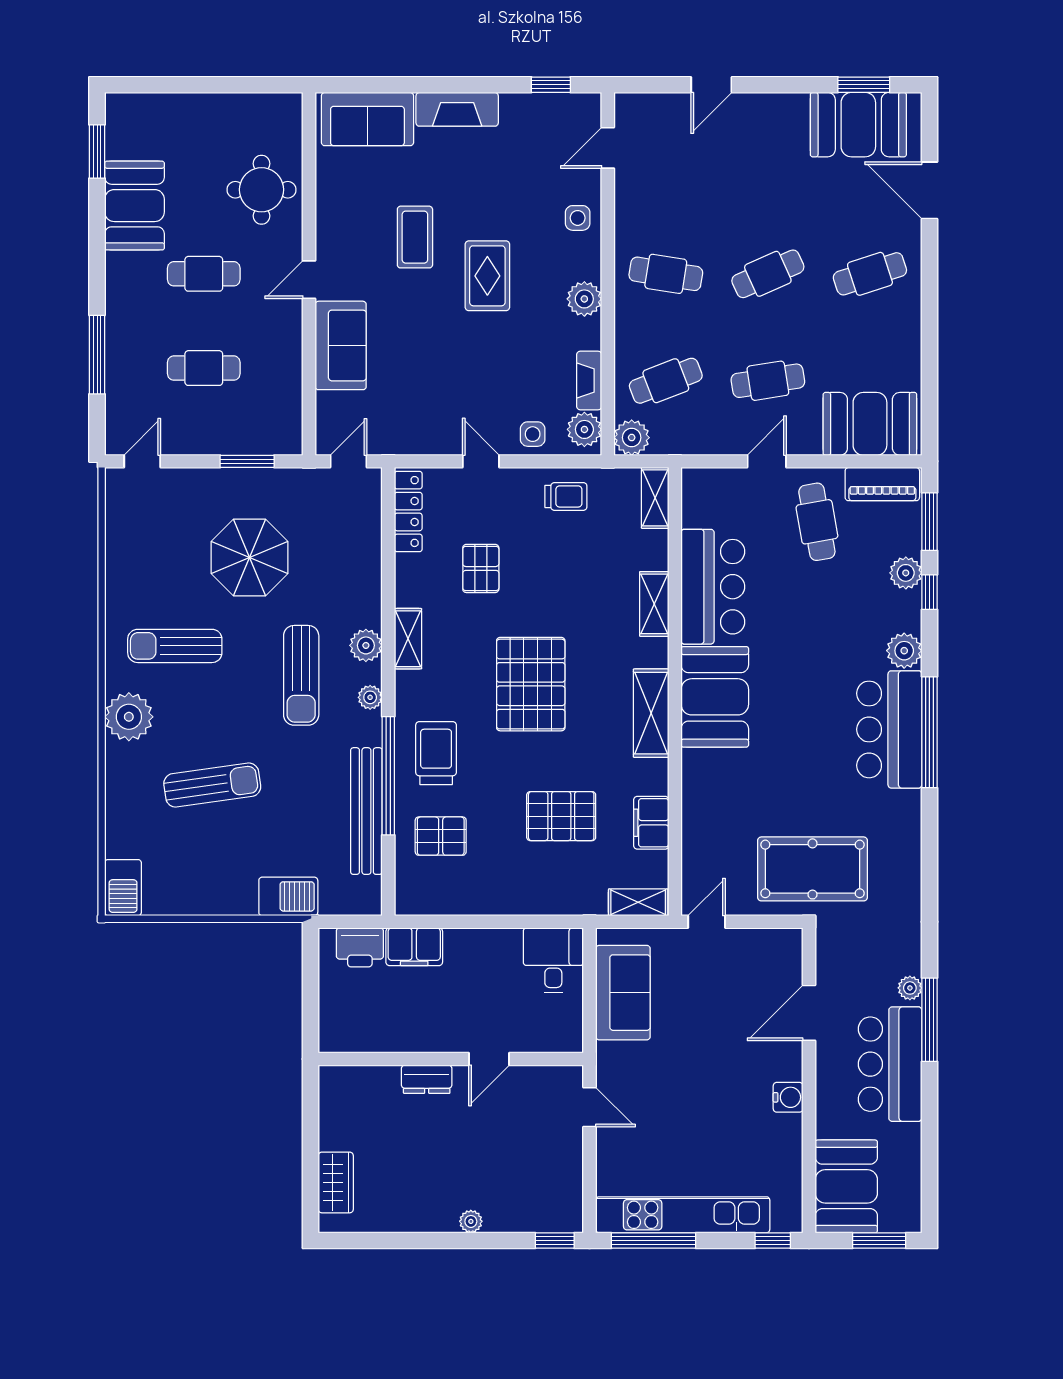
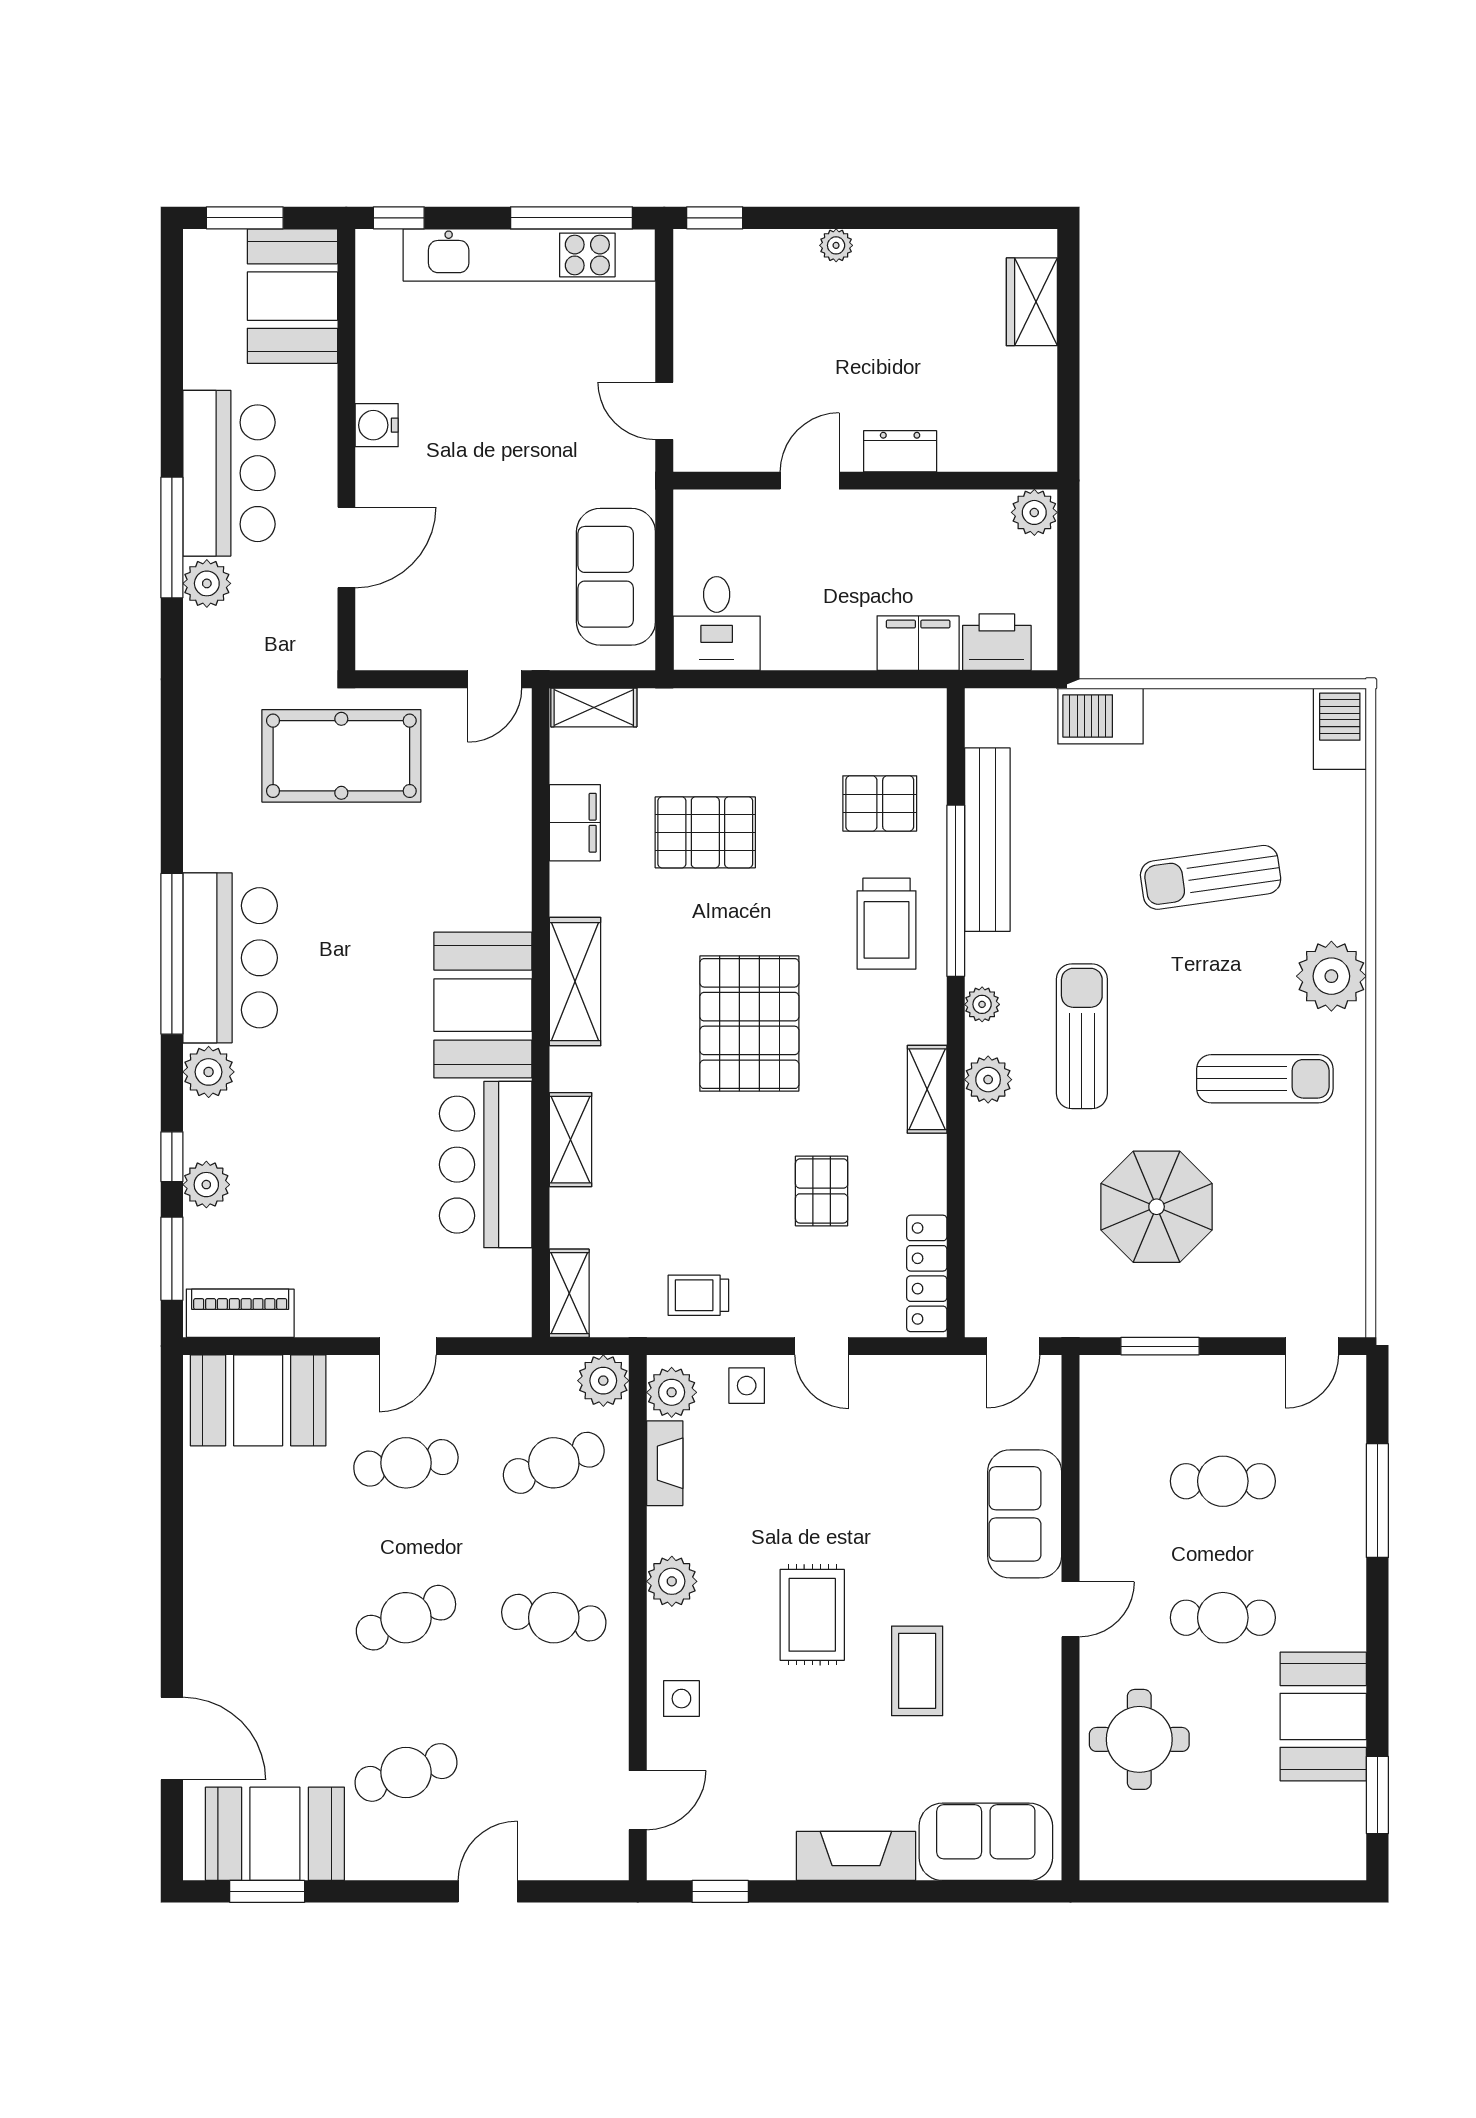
cafe table: (870, 274) -> (406, 1772), moved
cafe table: (817, 522) -> (335, 1259), removed
plant: (910, 988) -> (207, 583), width x1.38, depth x1.38
plant: (334, 1037) -> (1034, 512), added

